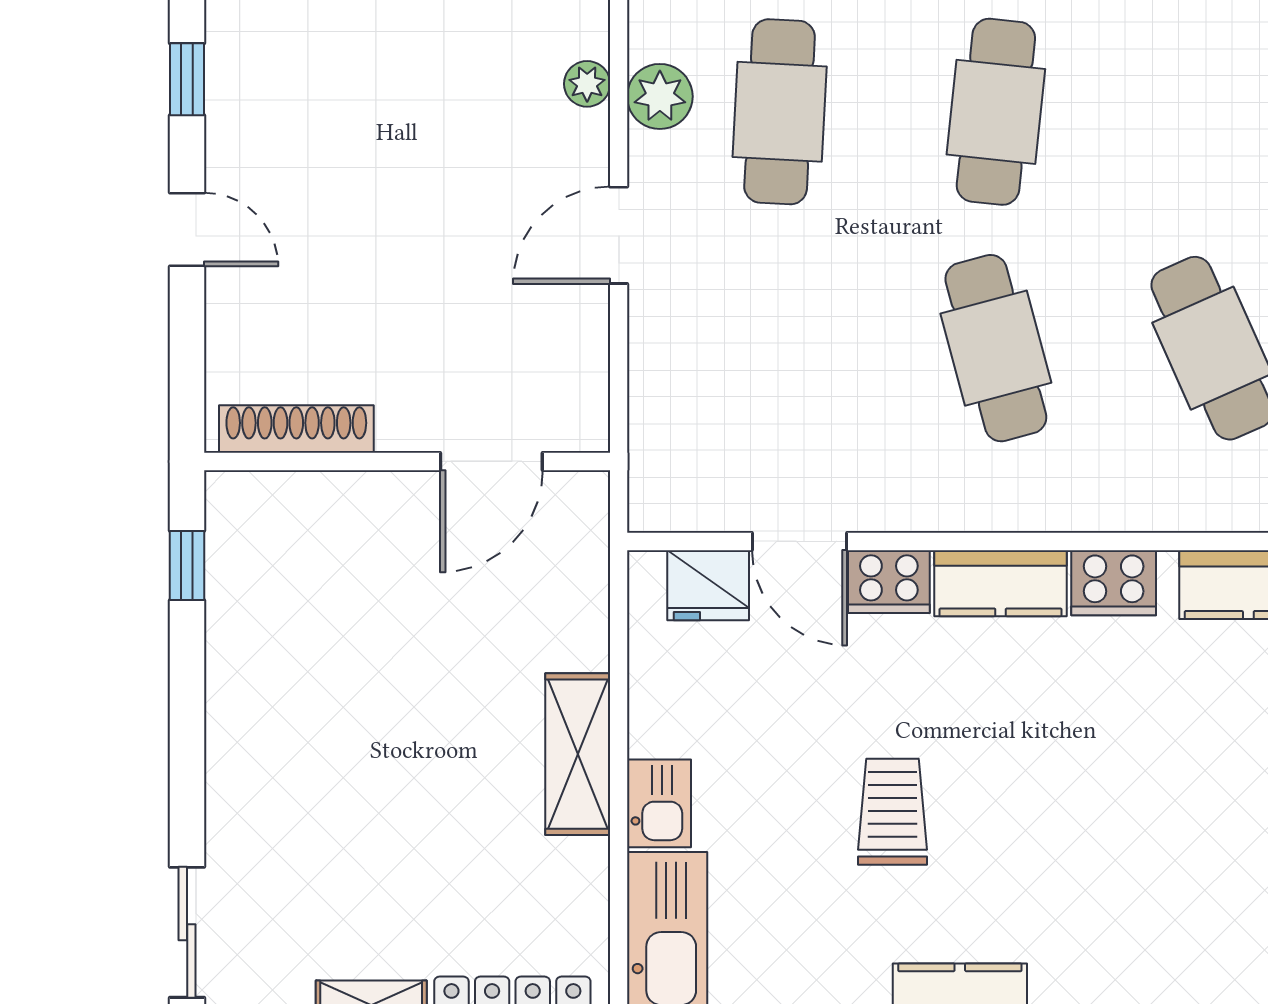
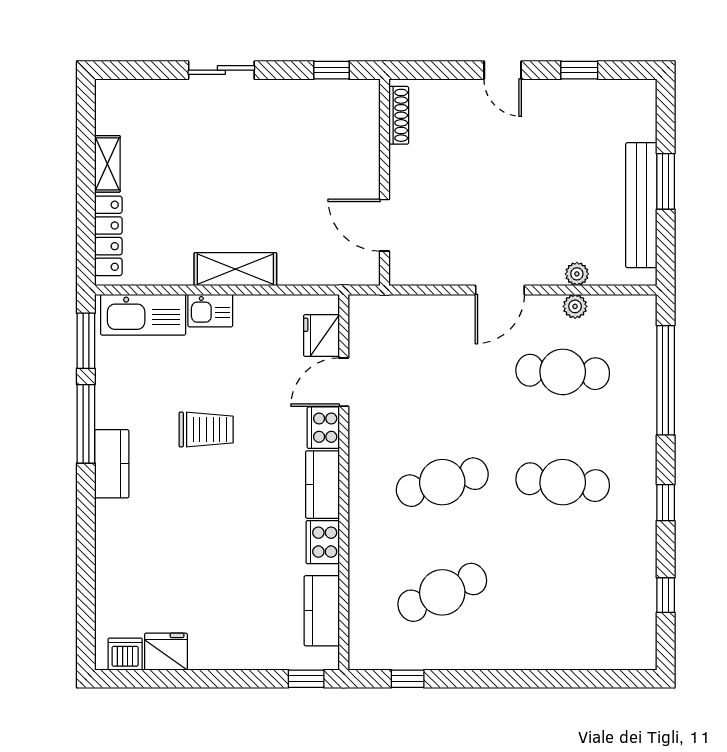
plant: (660, 96) -> (575, 306), width x0.73, depth x0.73
door: (187, 230) -> (503, 70), hinge flipped
door: (619, 235) -> (500, 290), swing flipped
shoe rack: (296, 429) -> (399, 115), width x0.74, depth x0.81
sliding door: (187, 932) -> (221, 70), moved

